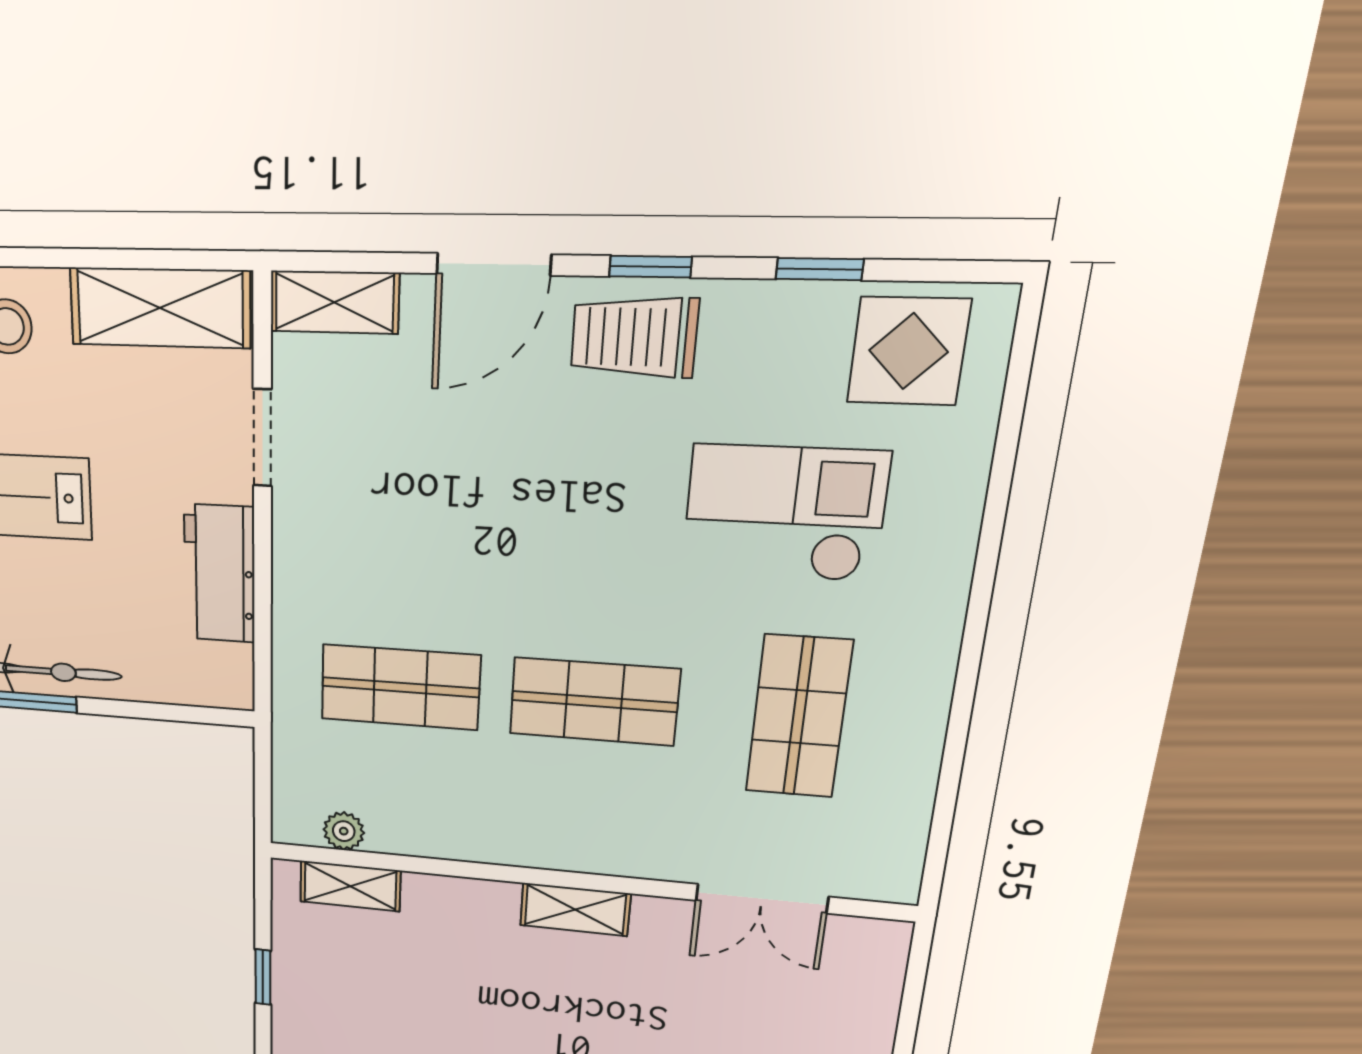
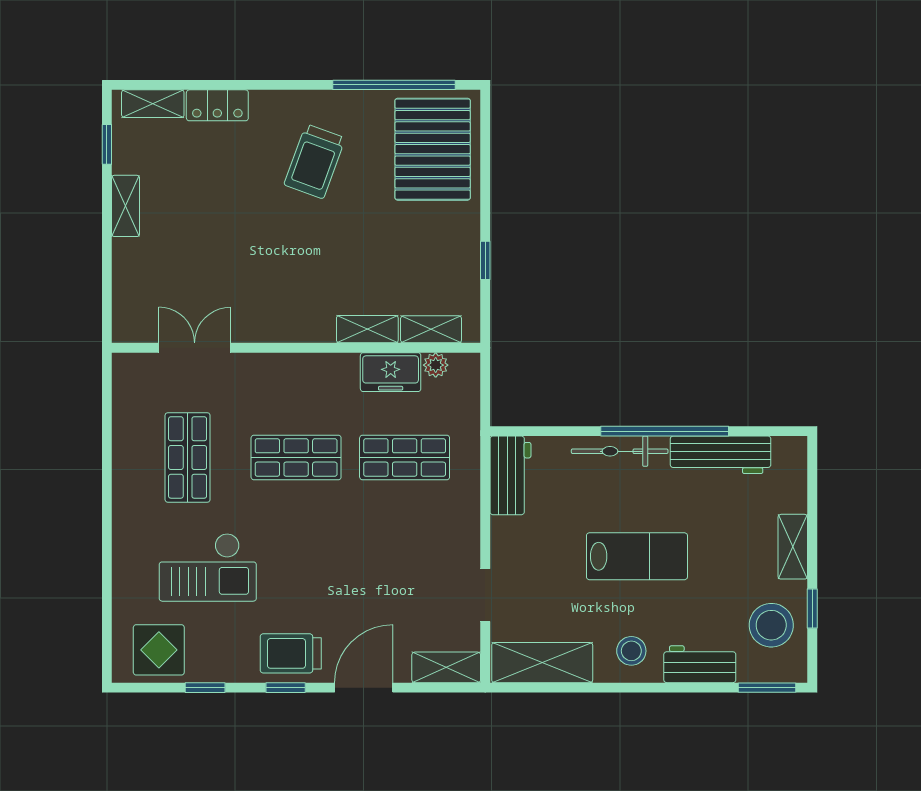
trolley: (634, 337) -> (291, 653), turned 180
workbench: (220, 574) -> (510, 475), moved
freezer: (419, 827) -> (391, 372), added
shelving: (575, 909) -> (367, 329), moved

